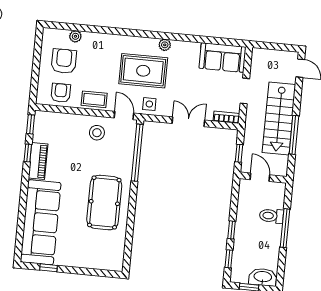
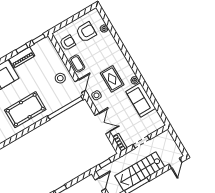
sofa: (223, 57) -> (141, 100), moved
rug: (143, 71) -> (112, 79), width x0.73, depth x0.70

